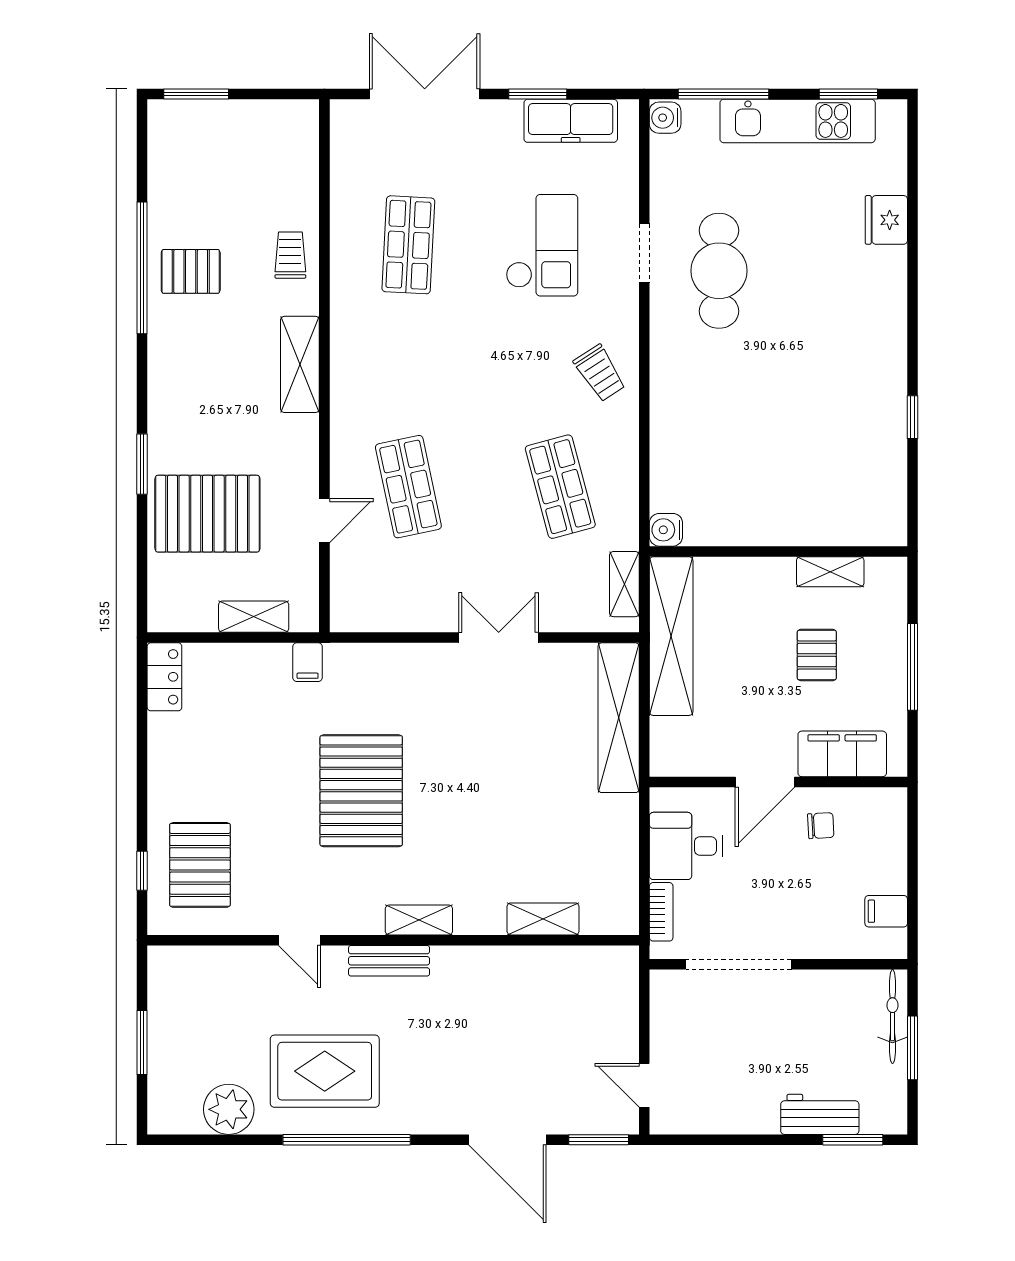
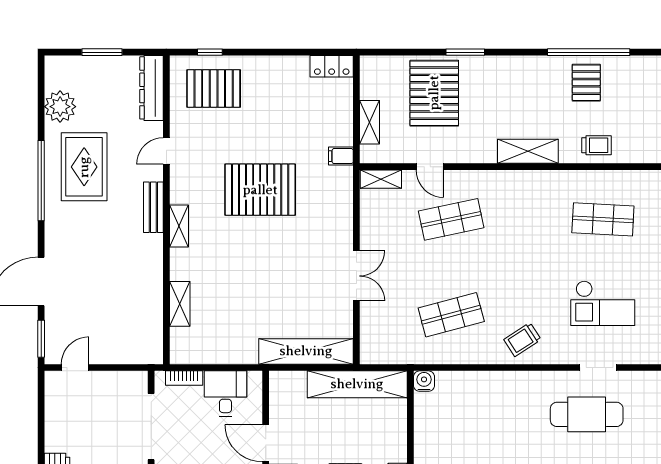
shelving: (624, 584) -> (381, 179), moved
dresser: (199, 964) -> (151, 88), added

